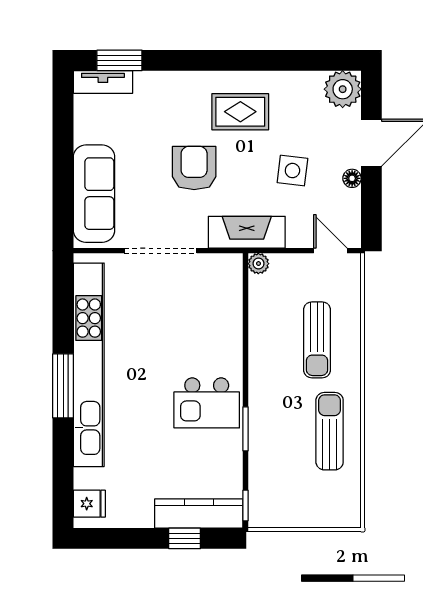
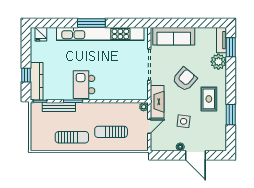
window: (277, 60) -> (231, 115), added
plant: (343, 89) -> (218, 62), moved
armchair: (194, 168) -> (185, 79), turned -50
door: (330, 251) -> (149, 126), moved
bench: (259, 462) -> (59, 107), added

